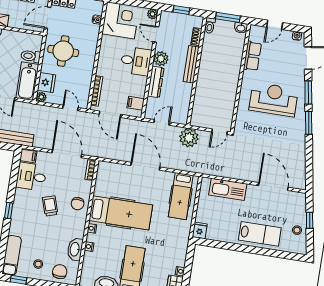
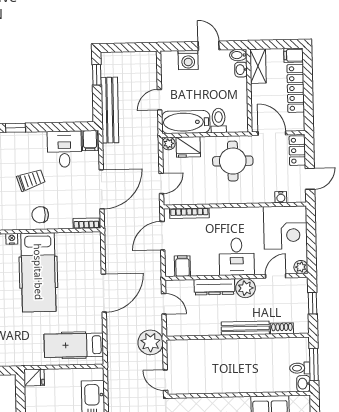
toilet: (210, 25) -> (300, 368), moved

